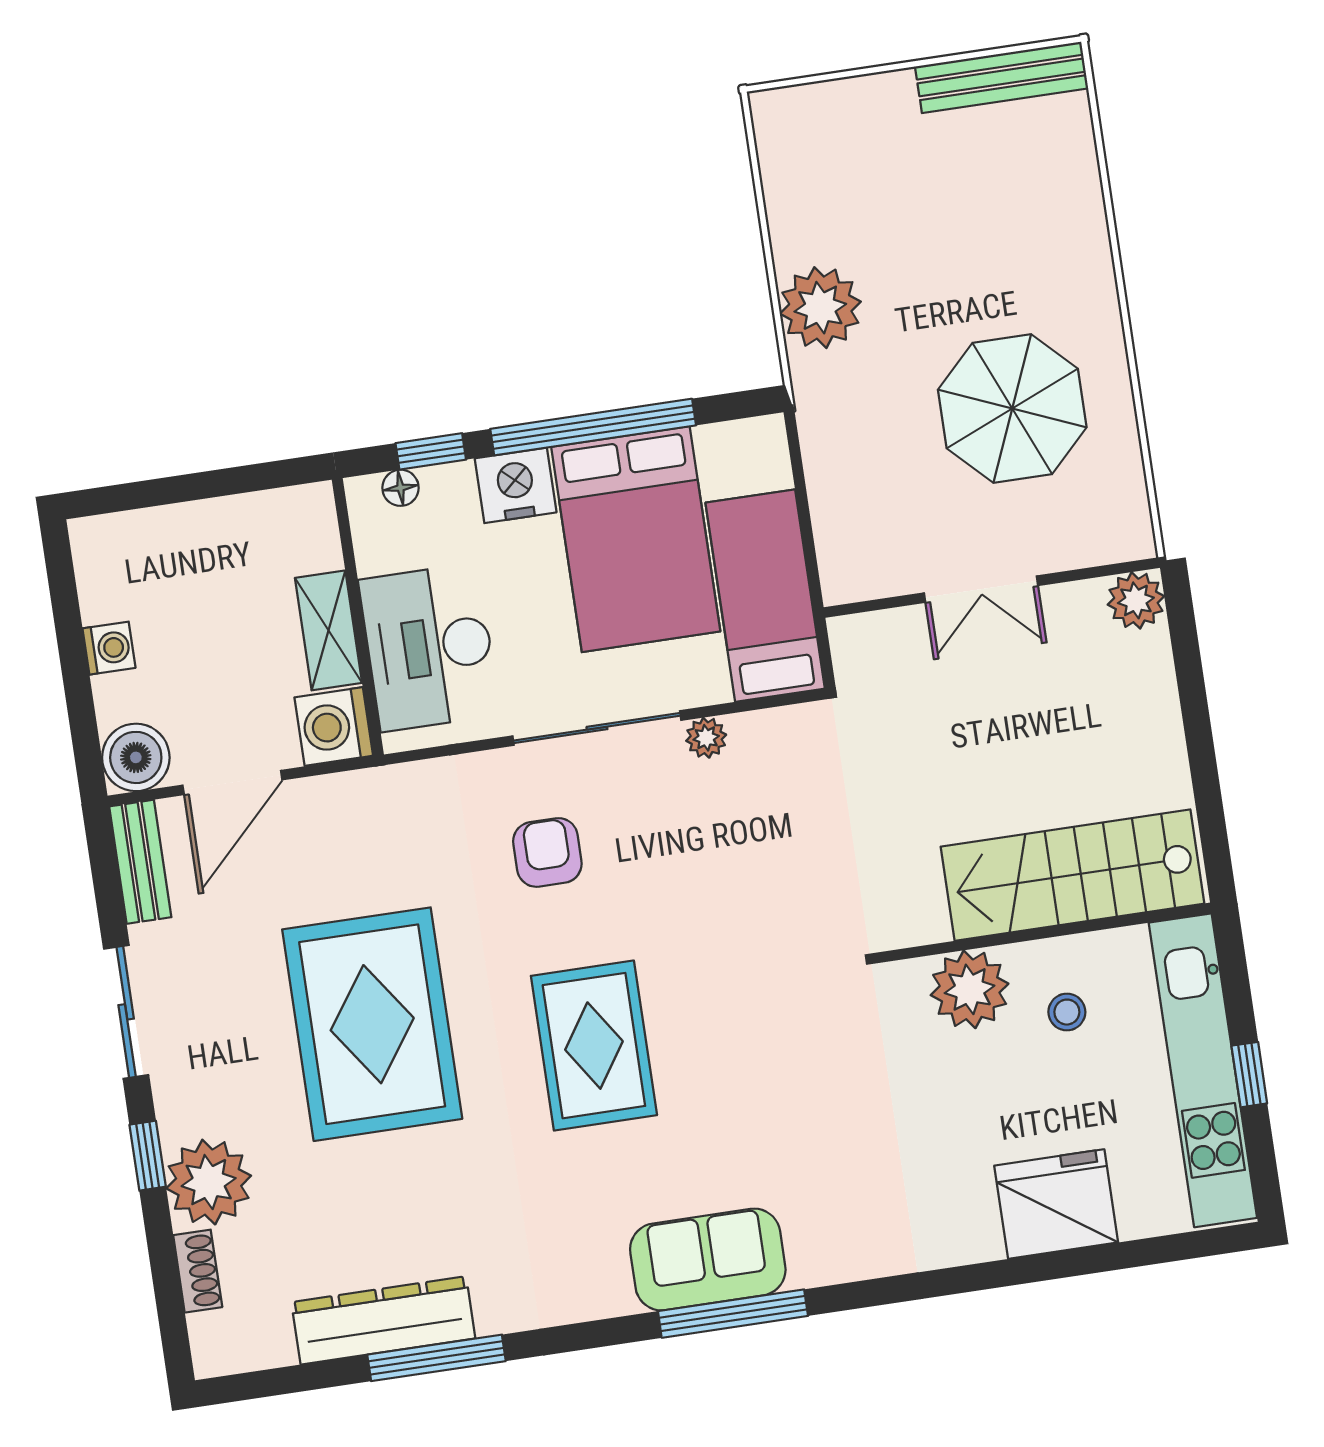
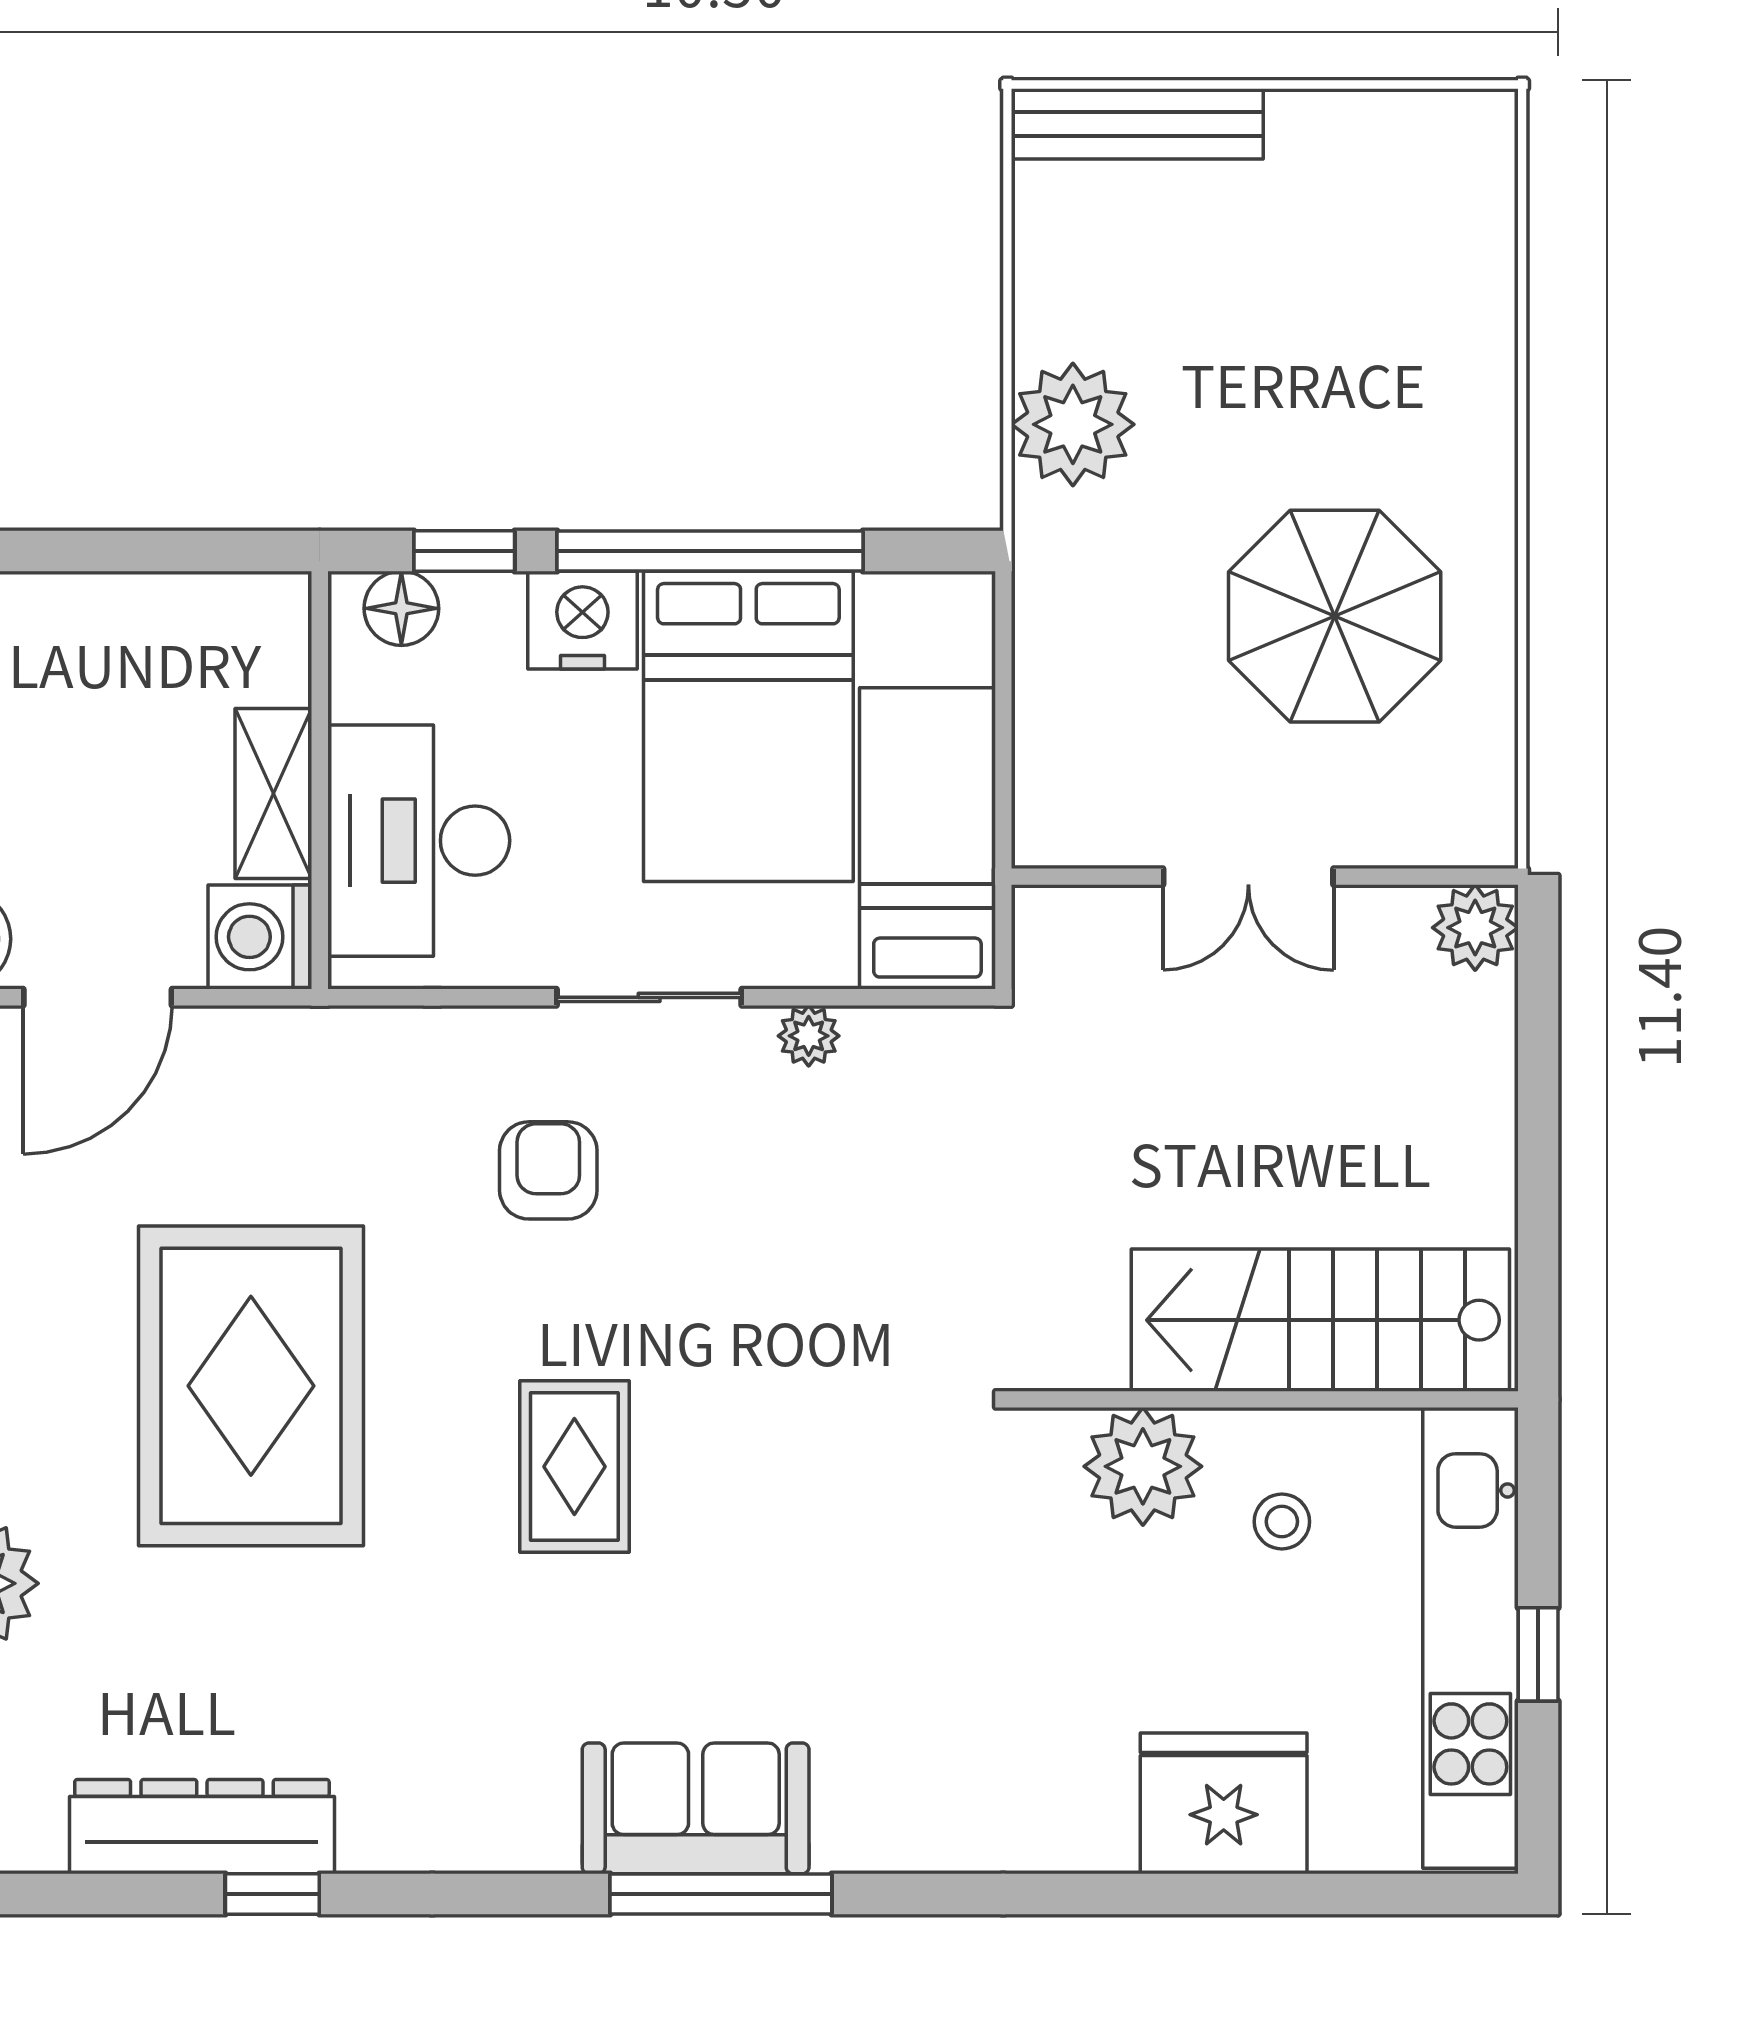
bench: (1002, 77) -> (1137, 124), moved
floor lamp: (400, 488) -> (401, 608), width x1.37, depth x1.37
sliding door: (597, 728) -> (649, 997), width x0.73
rug: (594, 1046) -> (574, 1467), width x0.73, depth x0.70
window: (437, 1358) -> (272, 1894), width x0.46

